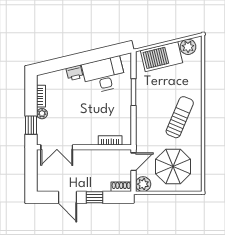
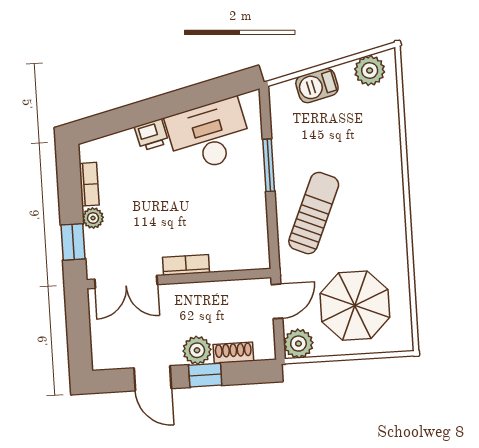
barbecue: (161, 57) -> (317, 86), width x0.53, depth x0.65
sun lounger: (180, 117) -> (314, 213), moved
bookcase: (110, 140) -> (186, 265), moved
plant: (91, 184) -> (197, 350), added
shoe rack: (121, 187) -> (233, 353), moved

